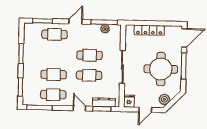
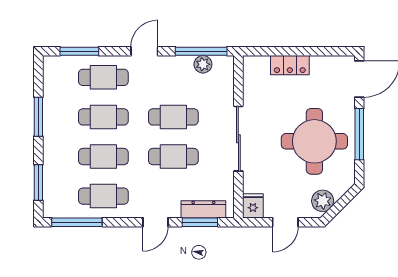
locker: (149, 30) -> (290, 65), width x0.66
cafe table: (54, 54) -> (103, 117), added
door: (79, 108) -> (155, 222), swing flipped

